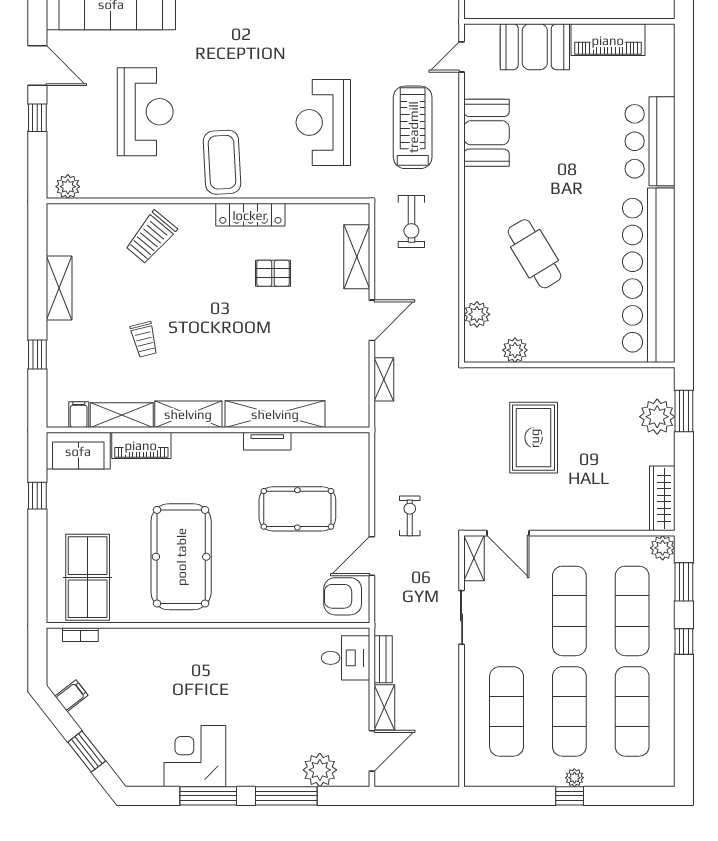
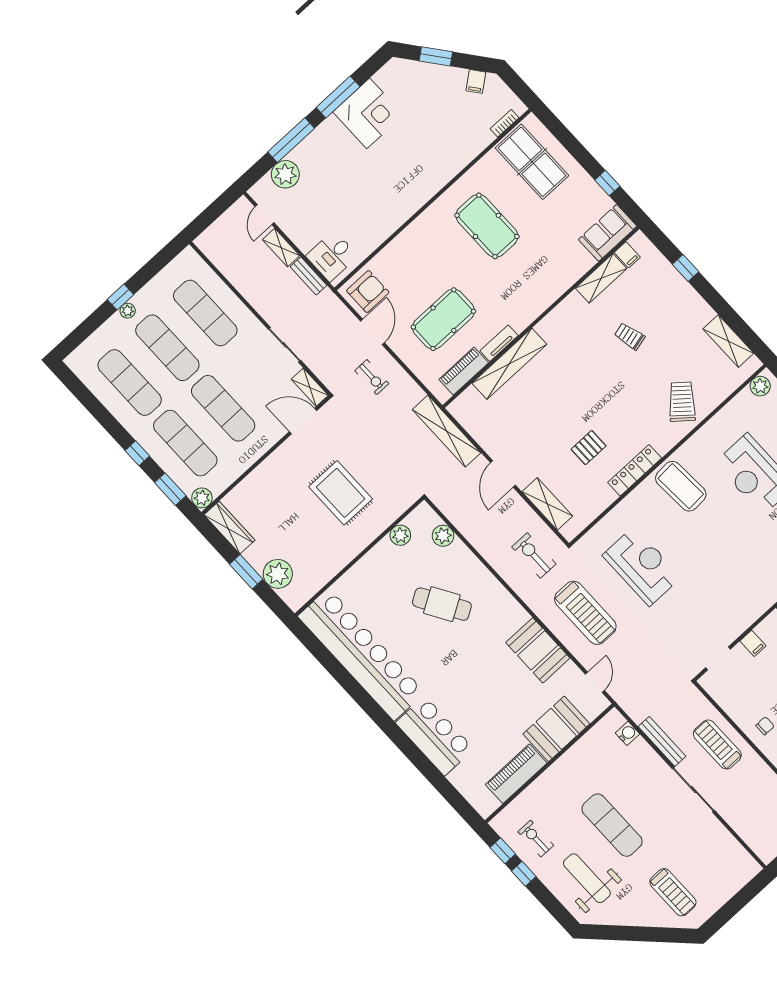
shelving: (59, 288) -> (728, 341), moved
shelving: (384, 379) -> (447, 431), width x2.20, depth x1.33
window: (684, 411) -> (246, 572), moved
shelving: (188, 414) -> (561, 316), removed
piano: (141, 445) -> (464, 371), moved
pool table: (181, 557) -> (487, 226), width x0.73, depth x0.76
door: (372, 751) -> (265, 215), width x0.73

